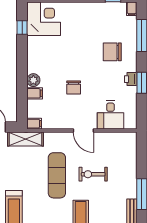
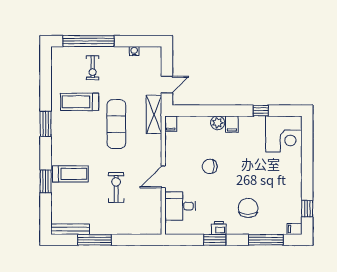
window: (22, 28) -> (261, 111), moved
filing cabinet: (35, 93) -> (232, 124), moved
exercise mat: (57, 175) -> (116, 124), moved, turned 90

